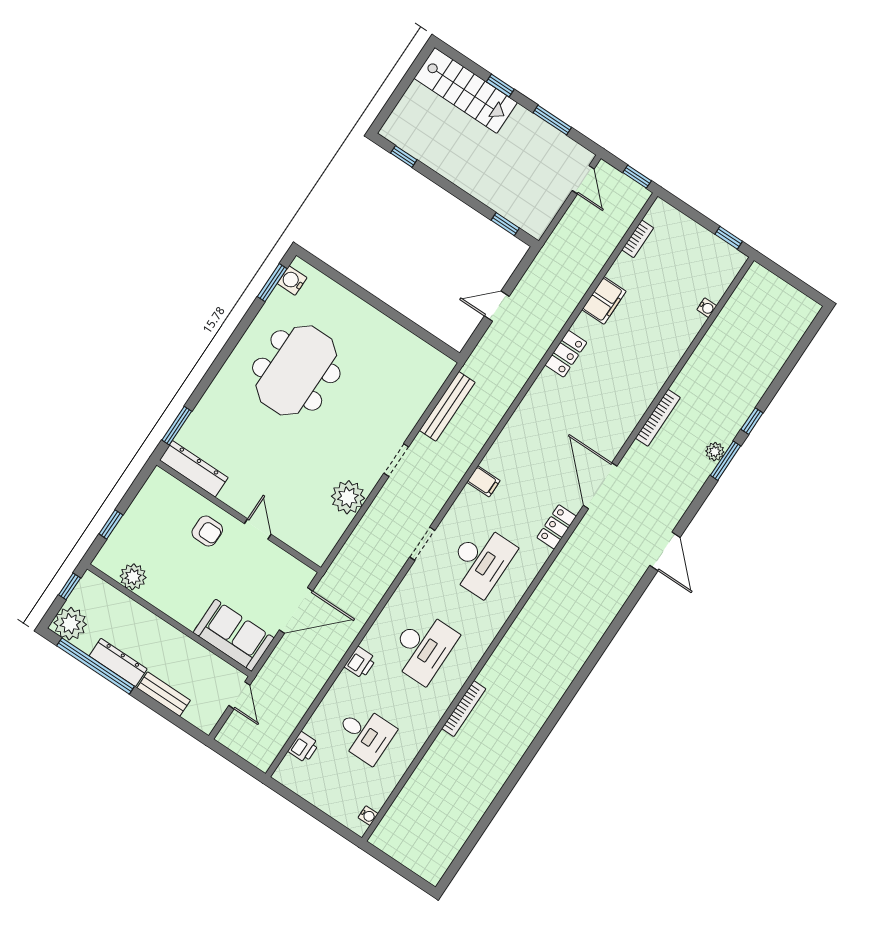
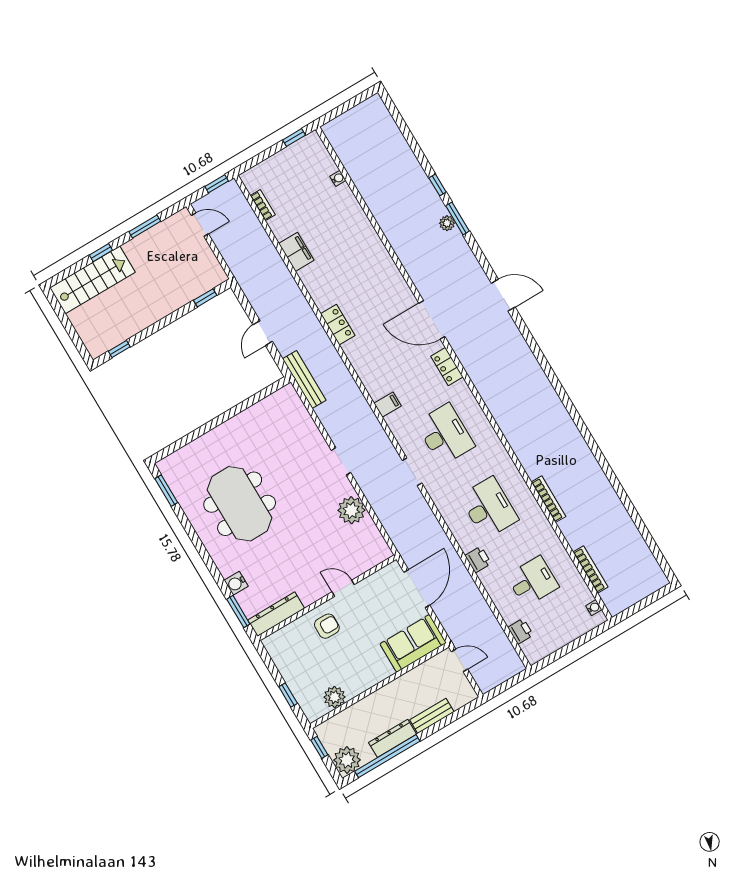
water cooler: (292, 281) -> (236, 583), moved
locker: (566, 354) -> (338, 325), moved
bench: (447, 406) -> (304, 380), moved
bookcase: (658, 418) -> (590, 570), moved

